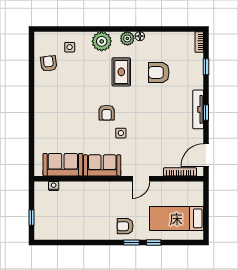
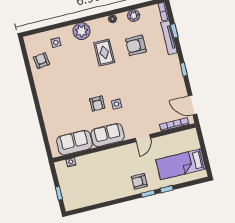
plant: (127, 38) -> (134, 16), moved
tv unit: (198, 109) -> (169, 38), moved
armchair: (107, 113) -> (97, 104), moved
door: (206, 155) -> (193, 105), hinge flipped

